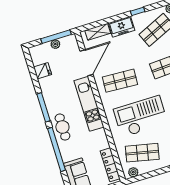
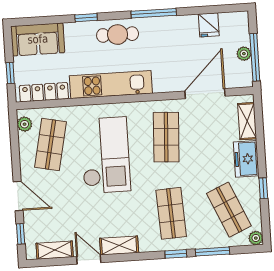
door: (87, 63) -> (205, 94), swing flipped
kitchen unit: (89, 104) -> (111, 85), moved
window: (57, 149) -> (86, 18), width x0.32

